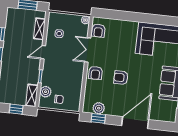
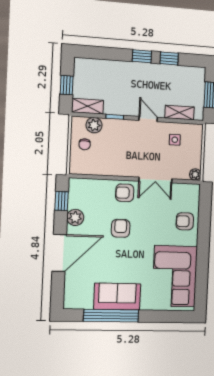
armchair: (98, 31) -> (185, 221), moved
double door: (88, 50) -> (155, 180), swing flipped
plant: (99, 108) -> (75, 217), moved
door: (135, 123) -> (59, 253), hinge flipped

